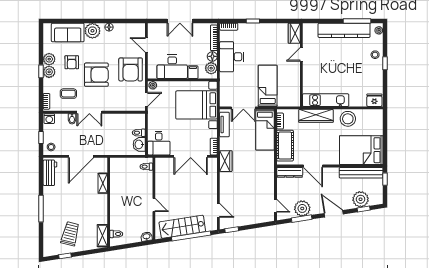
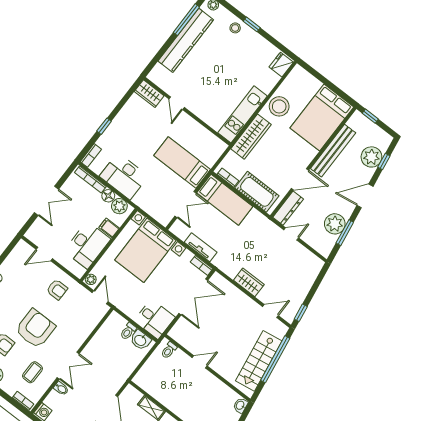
armchair: (131, 69) -> (57, 290), width x0.53, depth x0.53
tv unit: (224, 124) -> (201, 247), moved
wardrobe: (226, 161) -> (249, 282), moved
bench: (361, 173) -> (333, 151), moved
door: (154, 205) -> (200, 362), moved
door: (275, 206) -> (291, 234), moved

